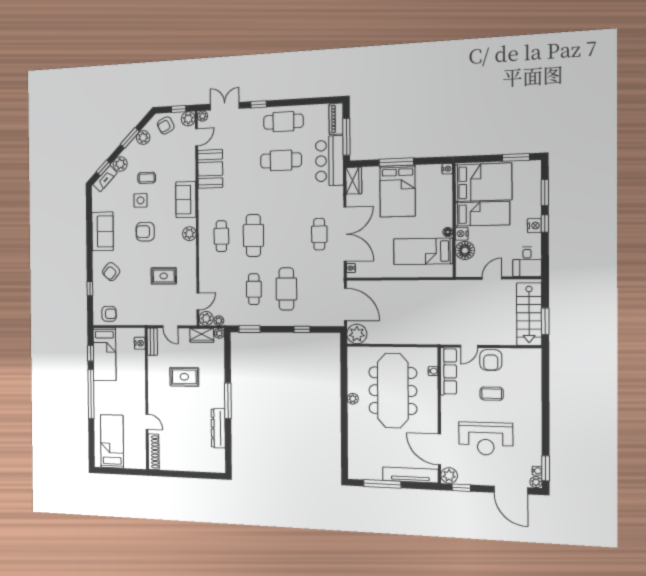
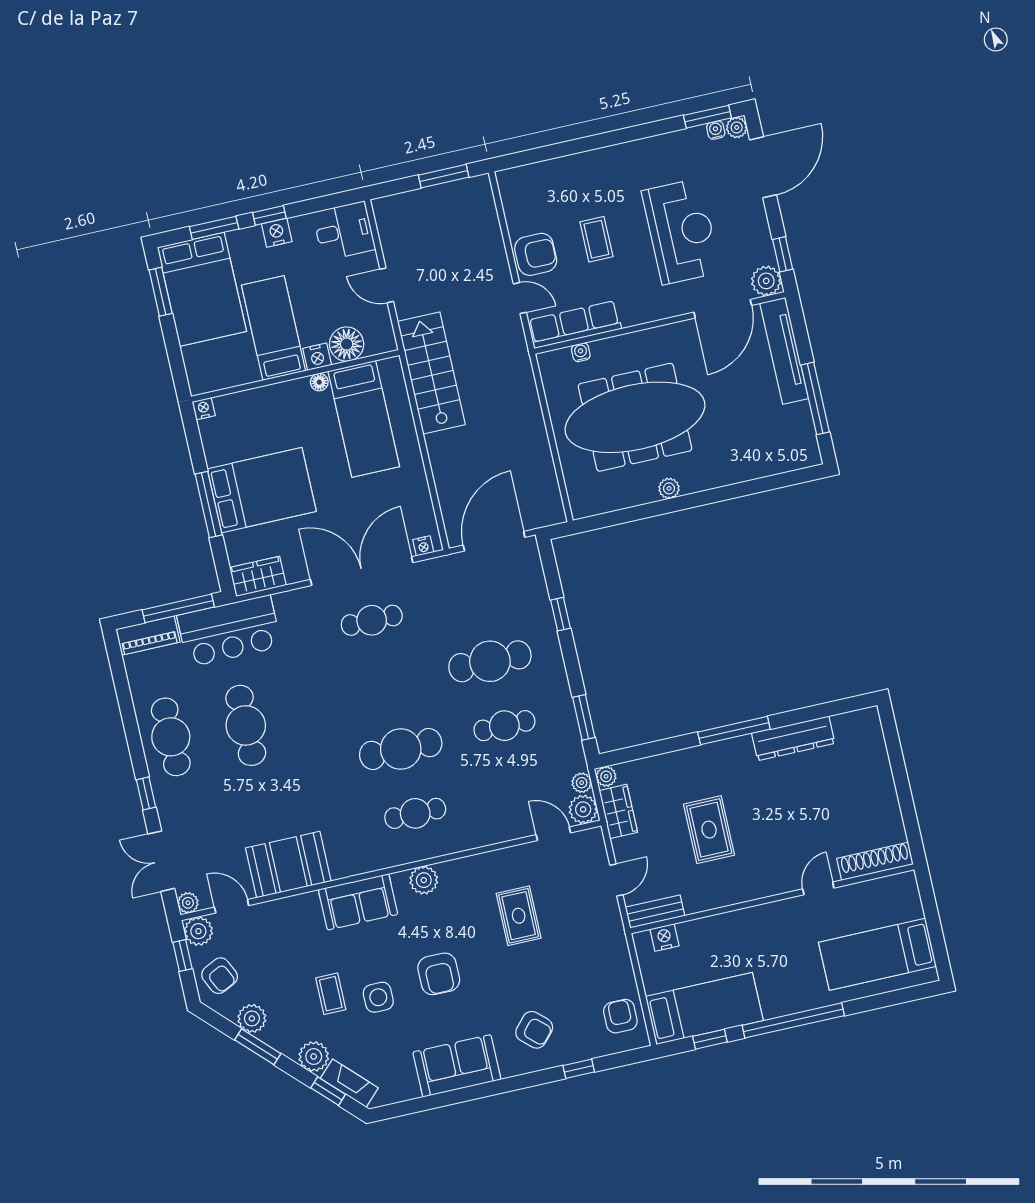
bed: (483, 182) -> (202, 289), moved, turned 180
stairs: (529, 314) -> (431, 373), moved, turned -90
plant: (357, 334) -> (545, 508), removed

